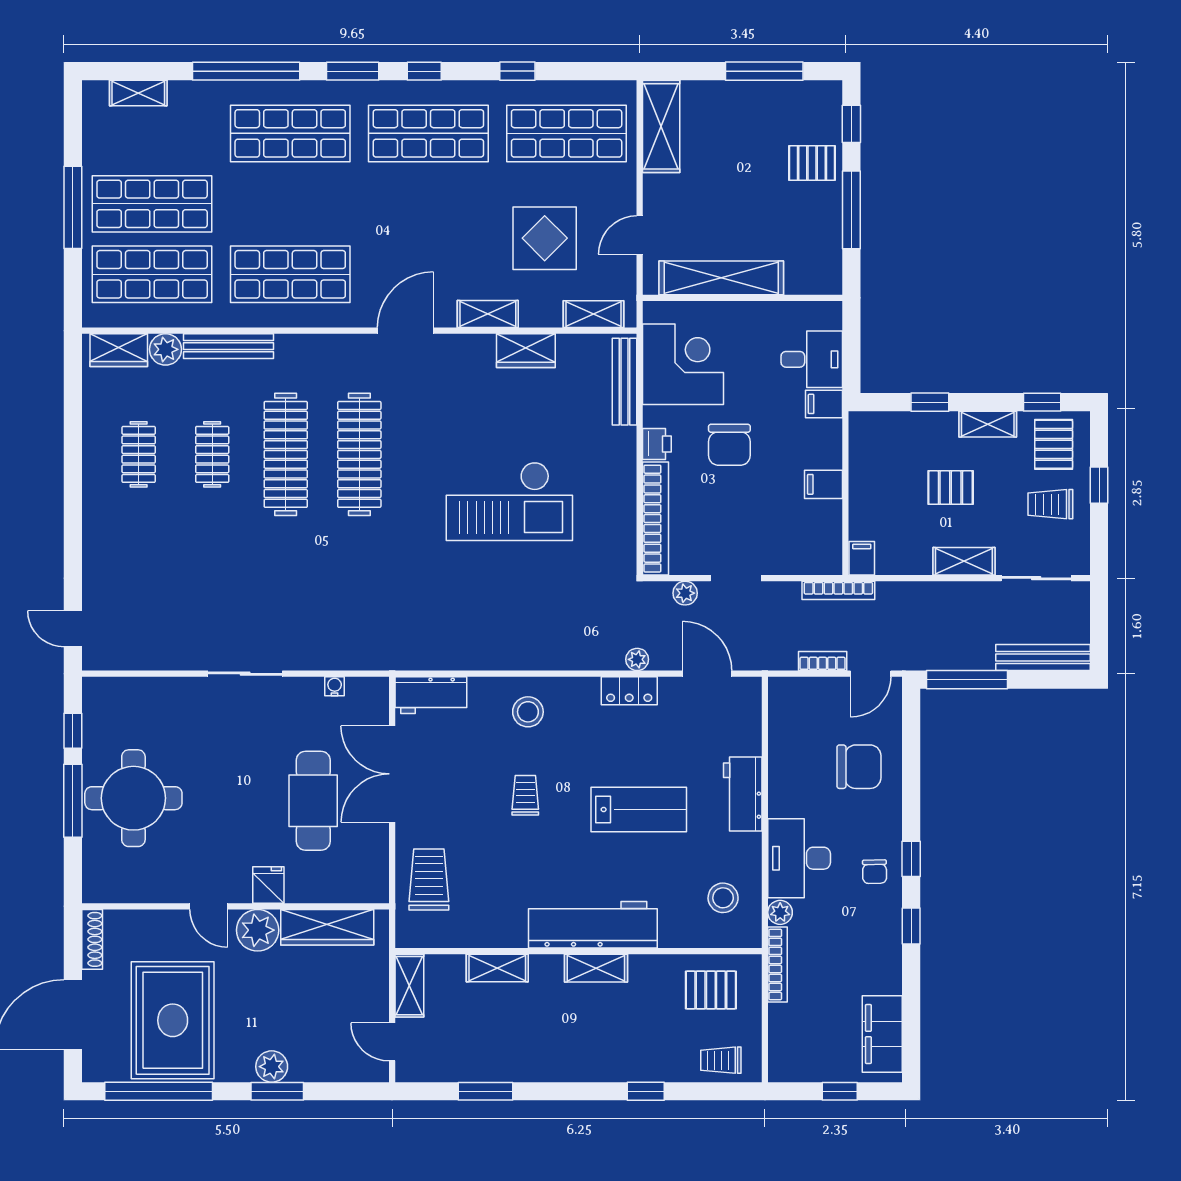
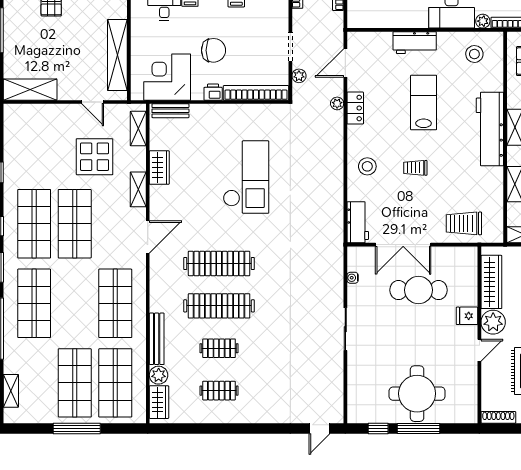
shop shelf: (567, 133) -> (75, 224), moved
door: (405, 331) -> (148, 237), swing flipped
bench: (624, 382) -> (170, 111), width x0.73

